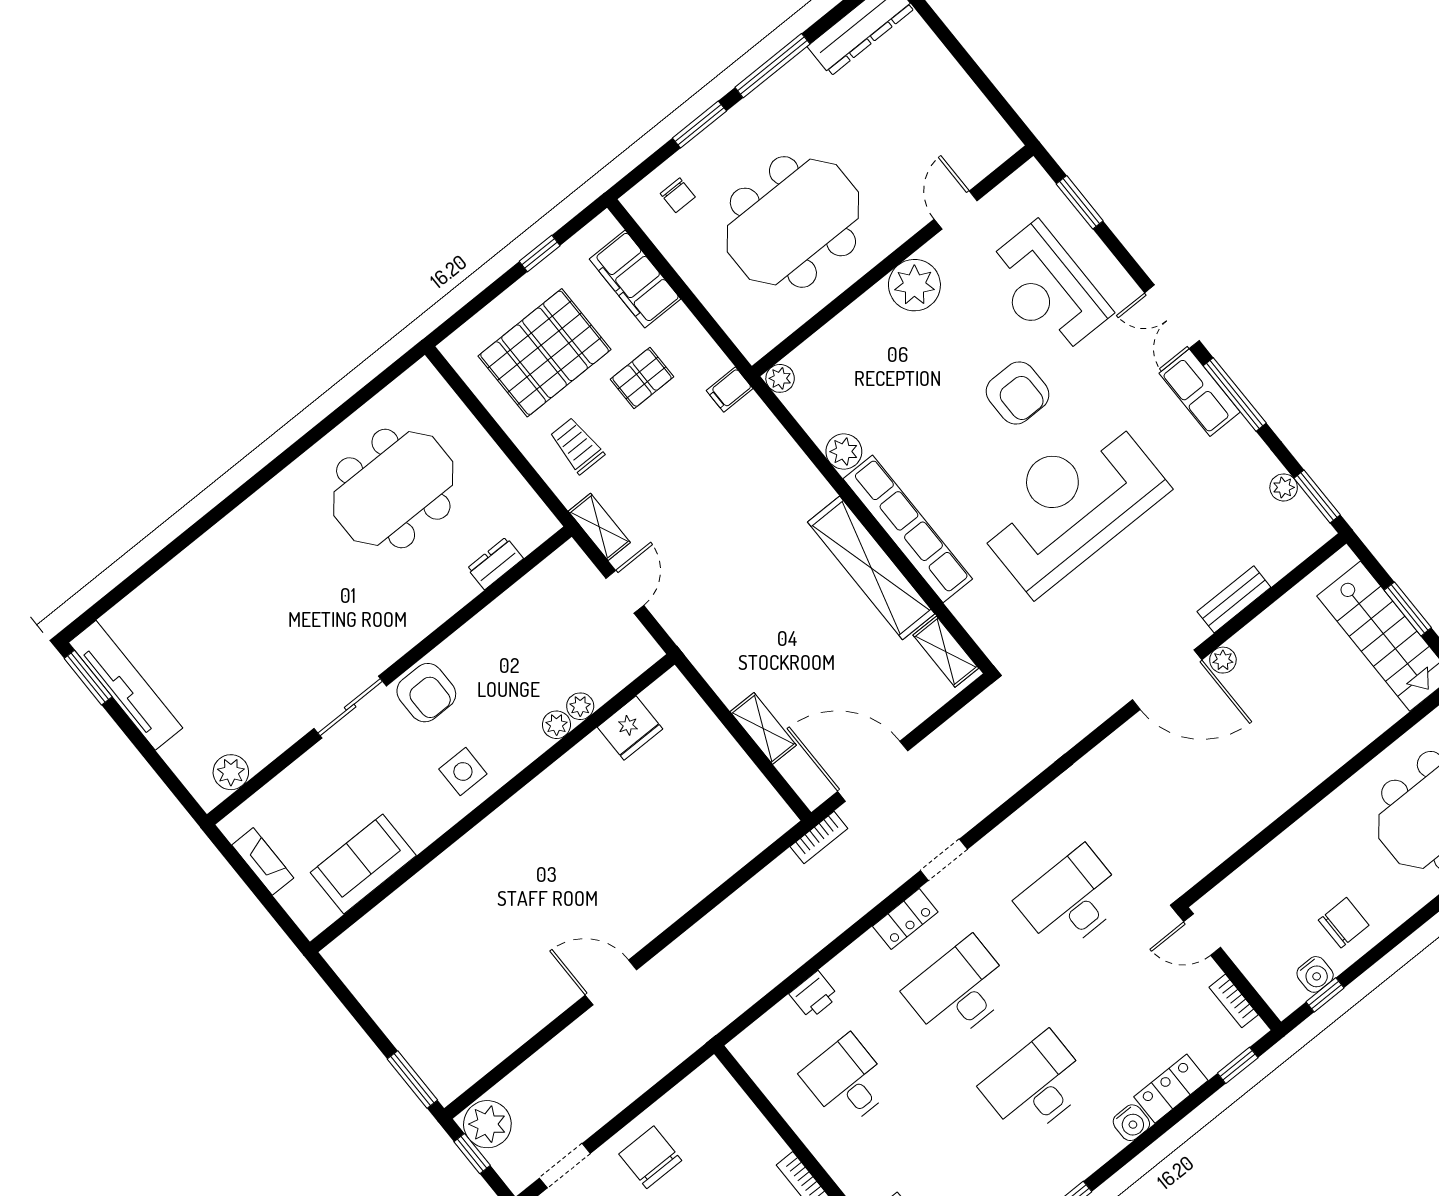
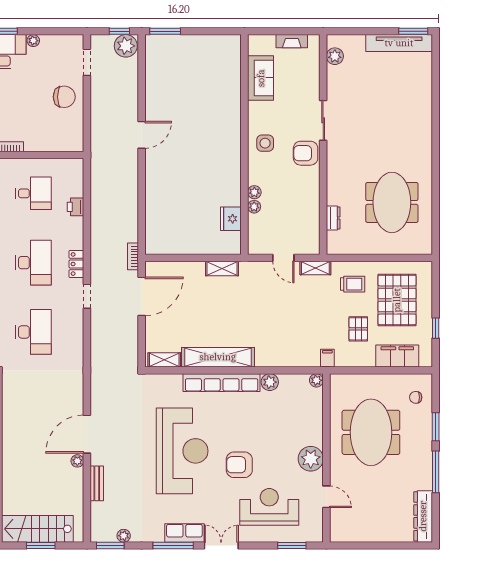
shelving: (763, 728) -> (222, 268), moved

